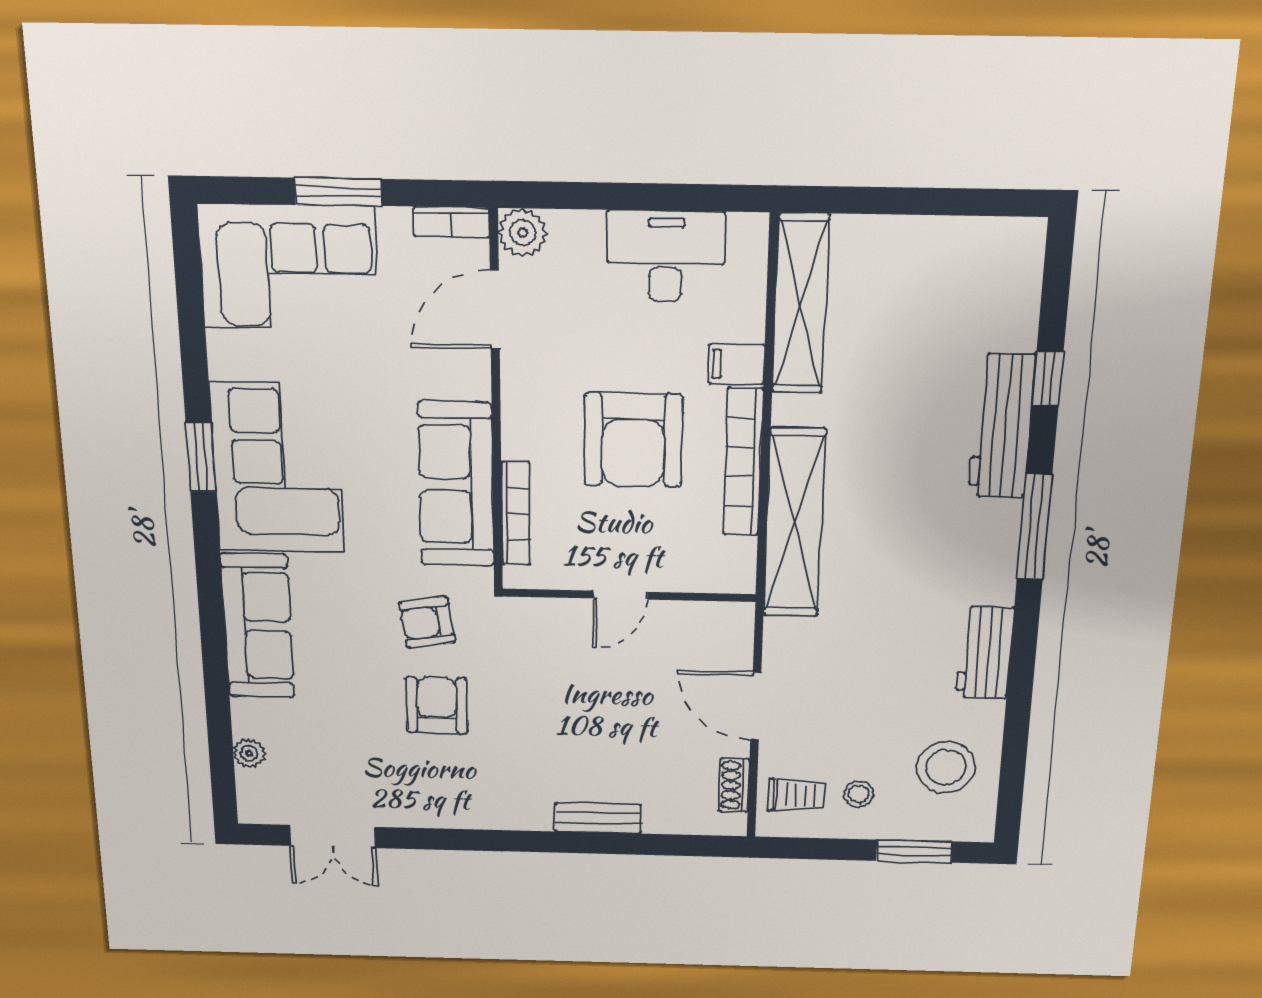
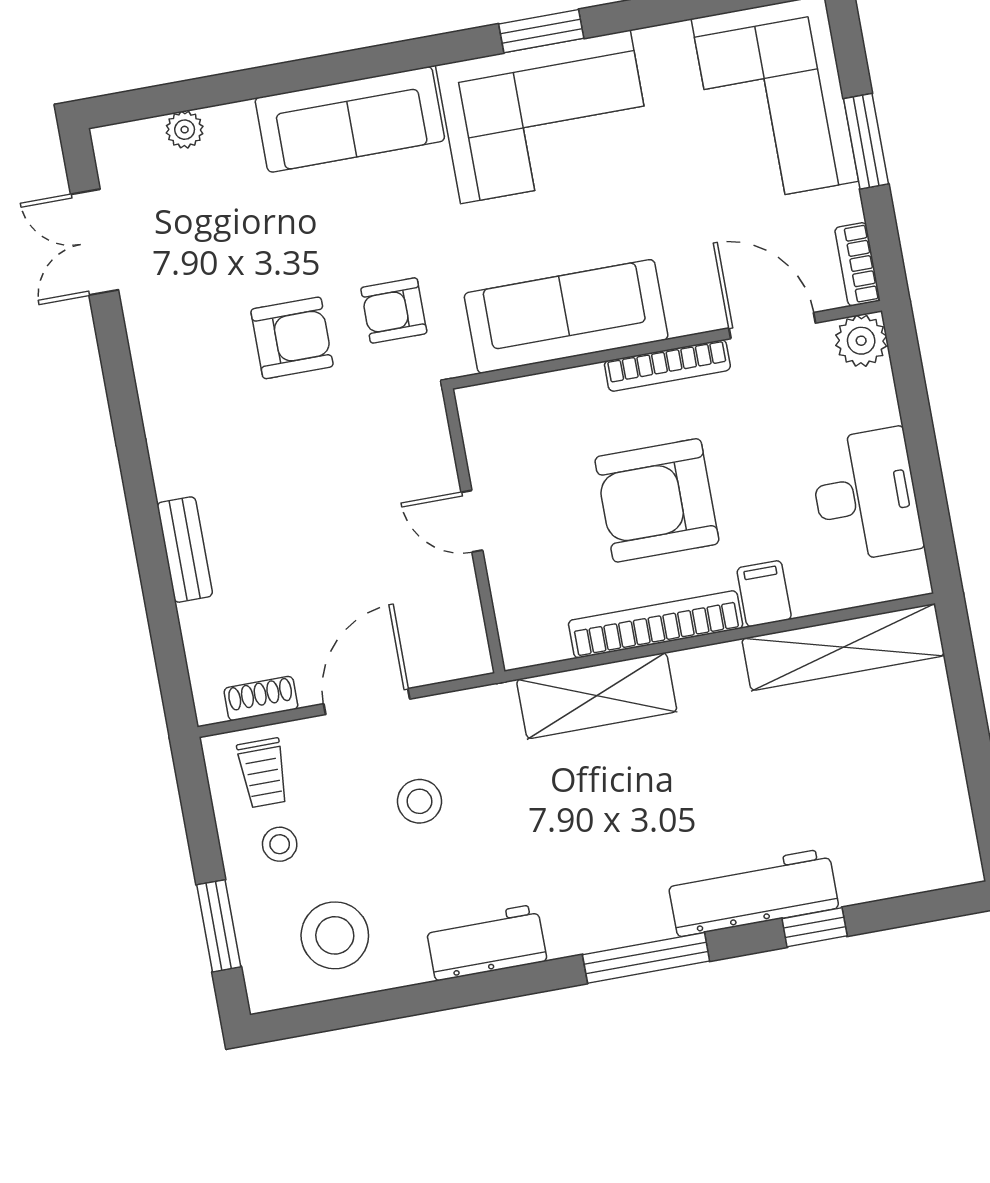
bookcase: (516, 514) -> (667, 366), moved
shelving: (794, 523) -> (597, 696), width x0.68
armchair: (427, 622) -> (394, 310), turned -81
stool: (850, 682) -> (420, 801), added

